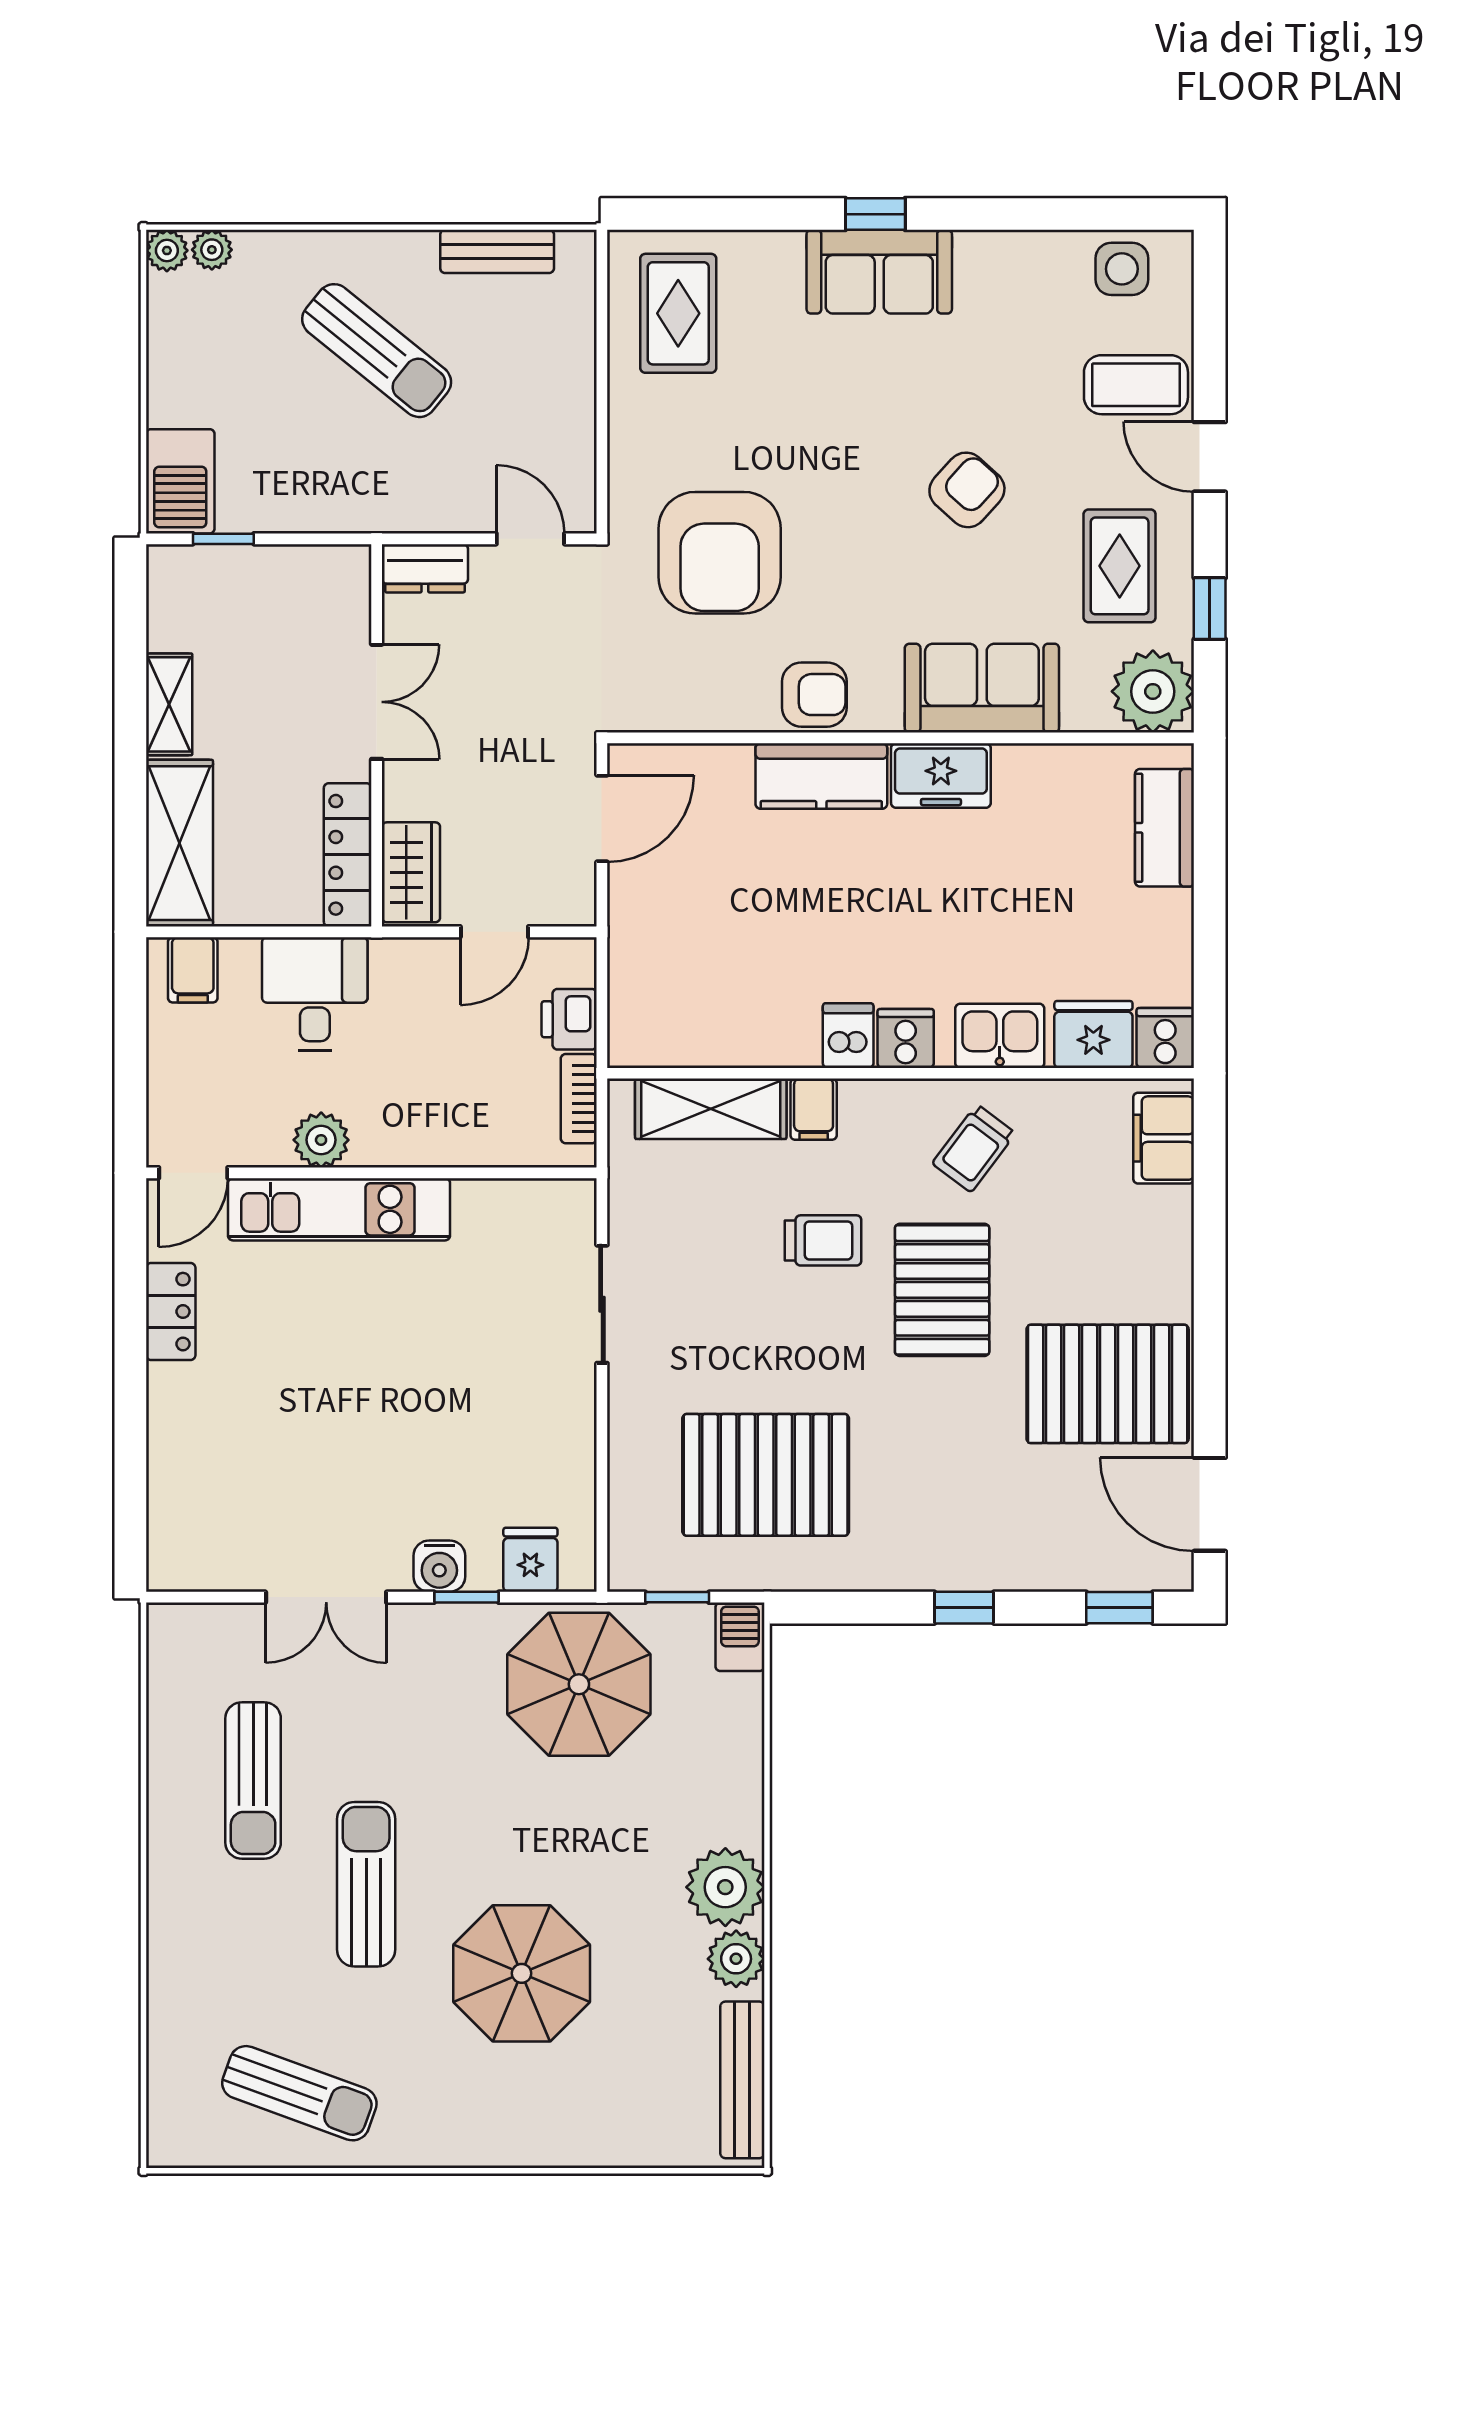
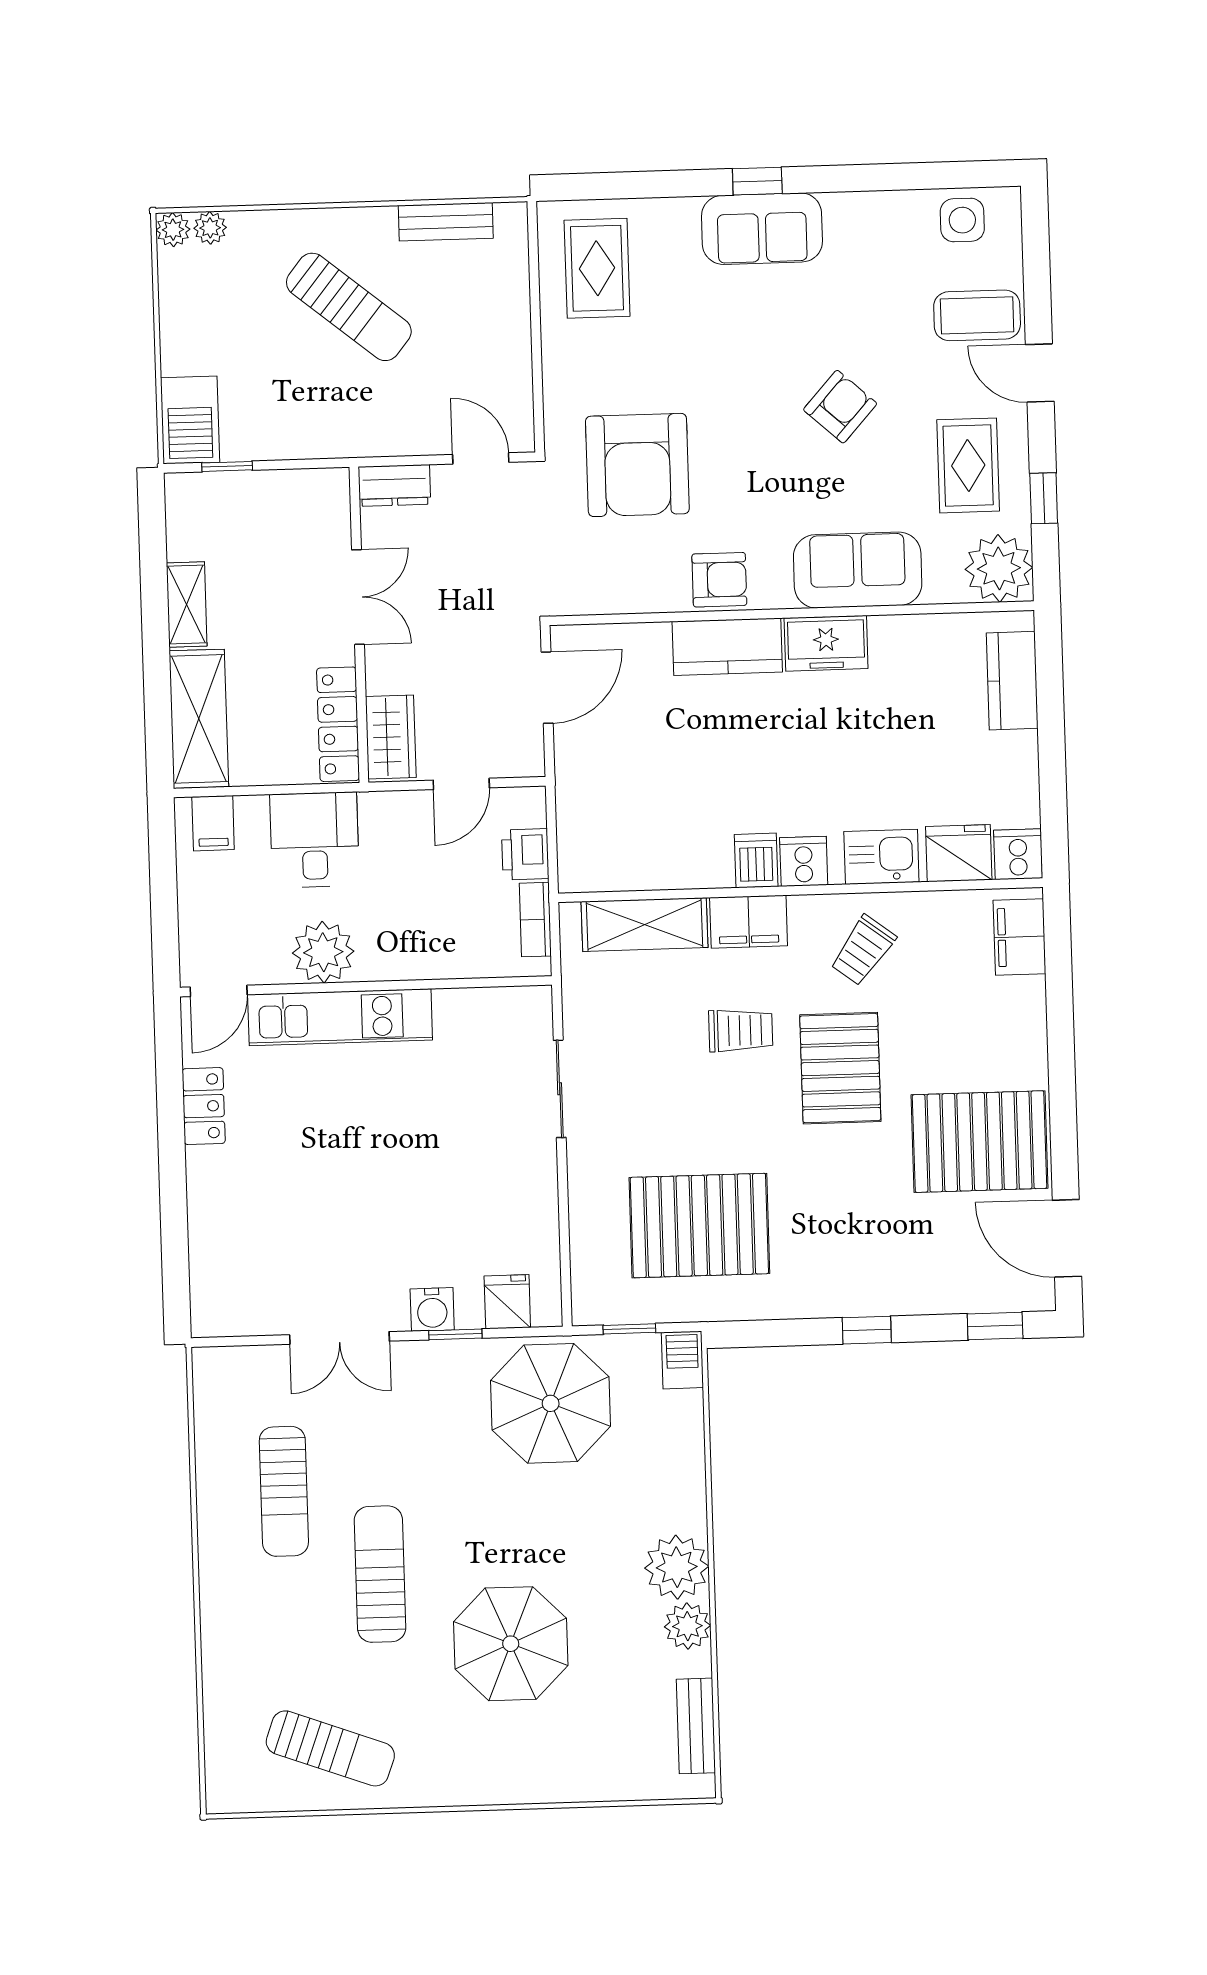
filing cabinet: (814, 1109) -> (749, 922), width x2.00
plant: (321, 1140) -> (323, 952), width x1.36, depth x1.36
bench: (742, 2080) -> (696, 1726), width x0.73

